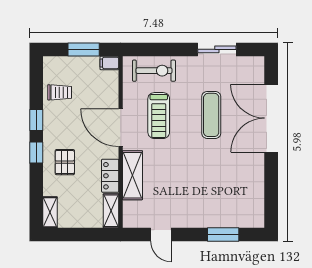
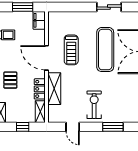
filing cabinet: (109, 63) -> (39, 20), width x2.00
exercise bike: (154, 71) -> (94, 105), moved, turned -90
exercise mat: (211, 115) -> (105, 50), width x1.36, depth x1.45
window: (84, 234) -> (23, 127), added

